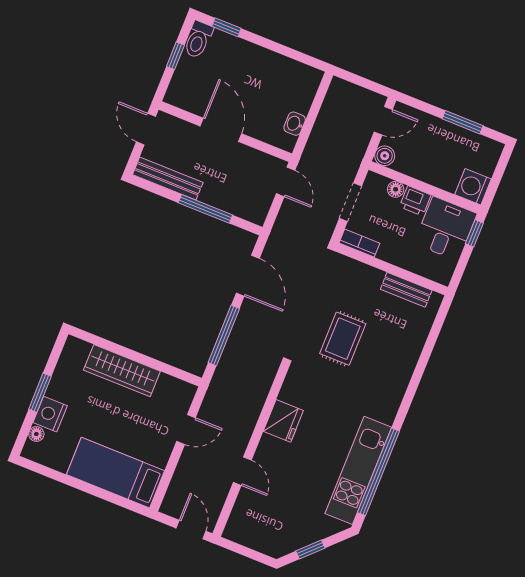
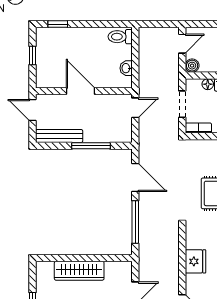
toilet: (198, 40) -> (120, 37), moved, turned 90
door: (286, 182) -> (135, 108), hinge flipped

